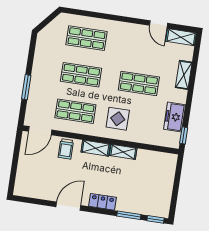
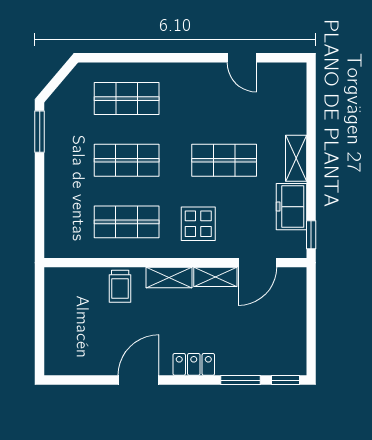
shelving: (181, 37) -> (282, 73), removed
shelving: (184, 75) -> (296, 158), moved
window: (26, 87) -> (40, 132), moved
door: (40, 131) -> (257, 263), moved

